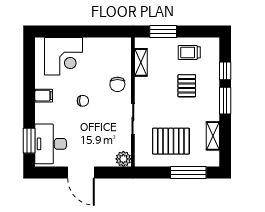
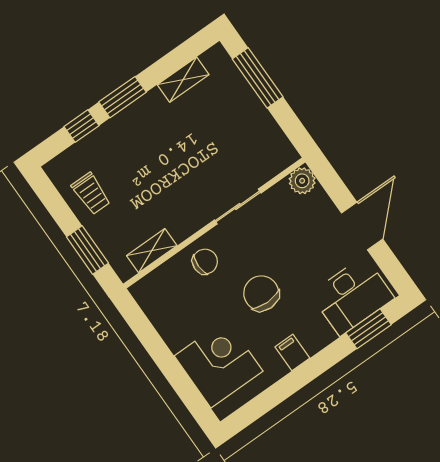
pallet: (187, 86) -> (139, 165), removed
chair: (83, 101) -> (261, 293), width x1.87, depth x1.87
pallet: (171, 141) -> (231, 132), removed

